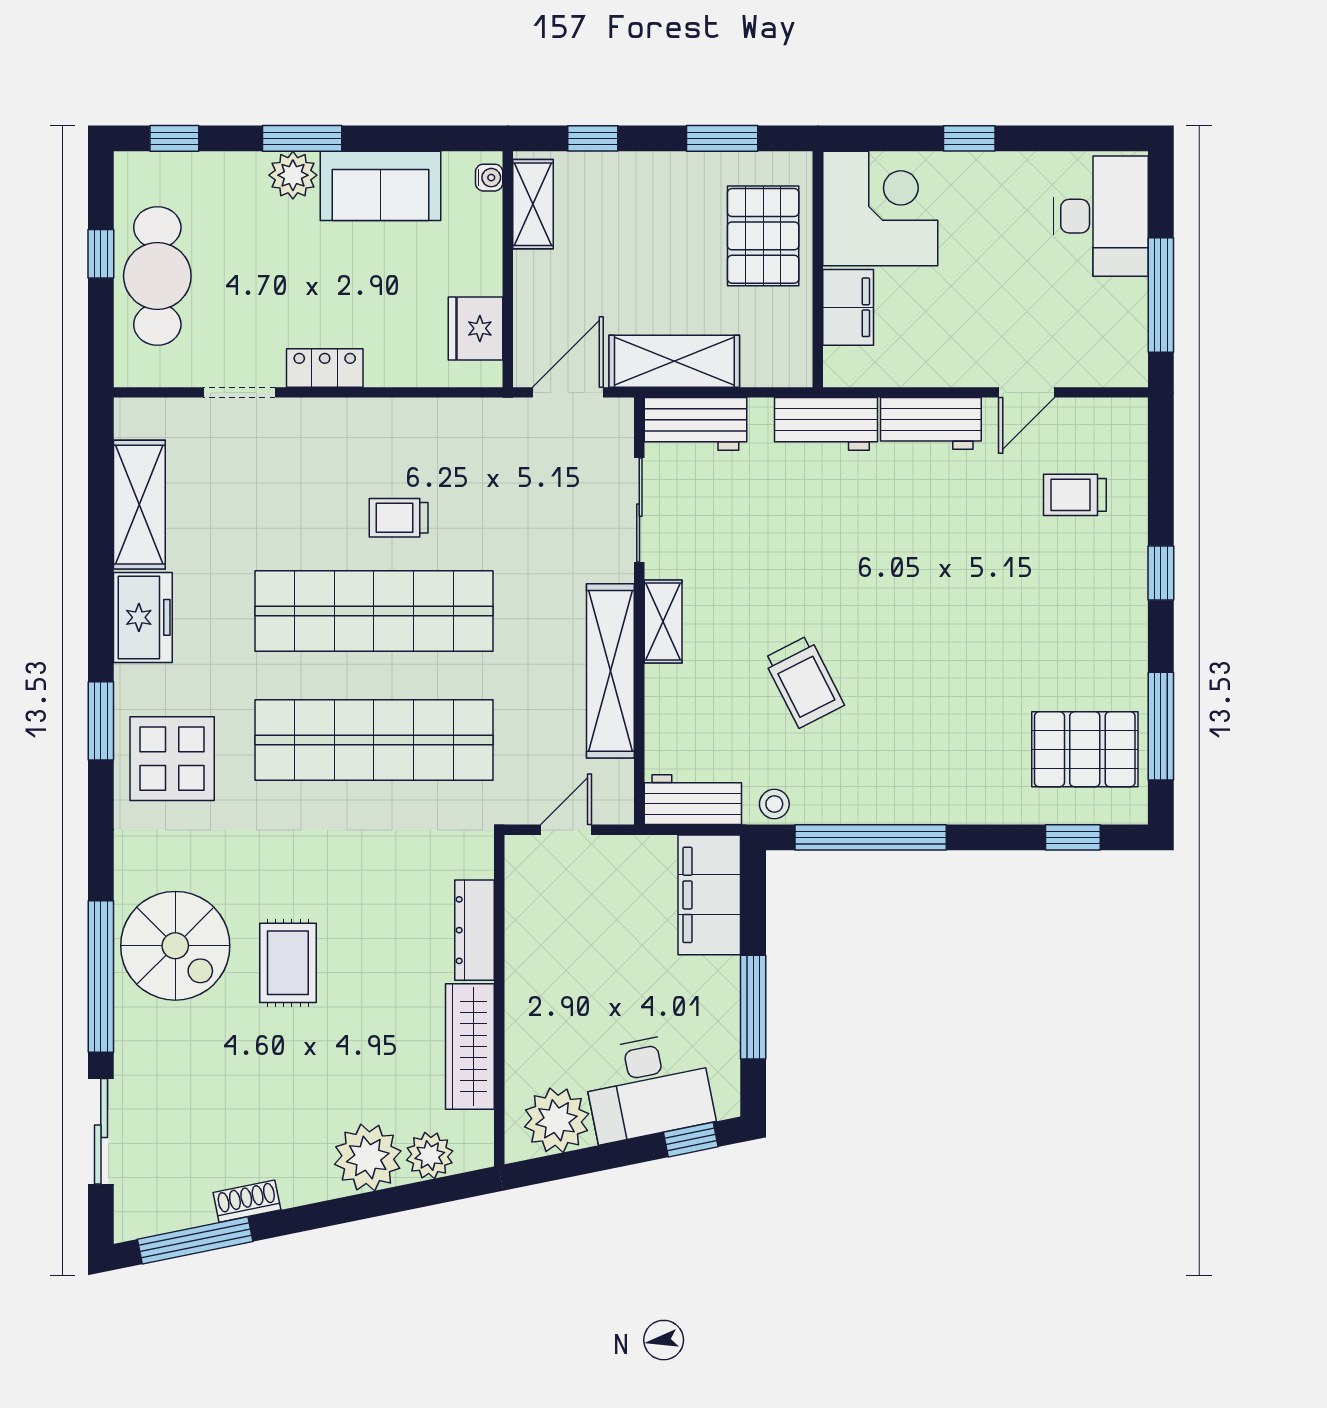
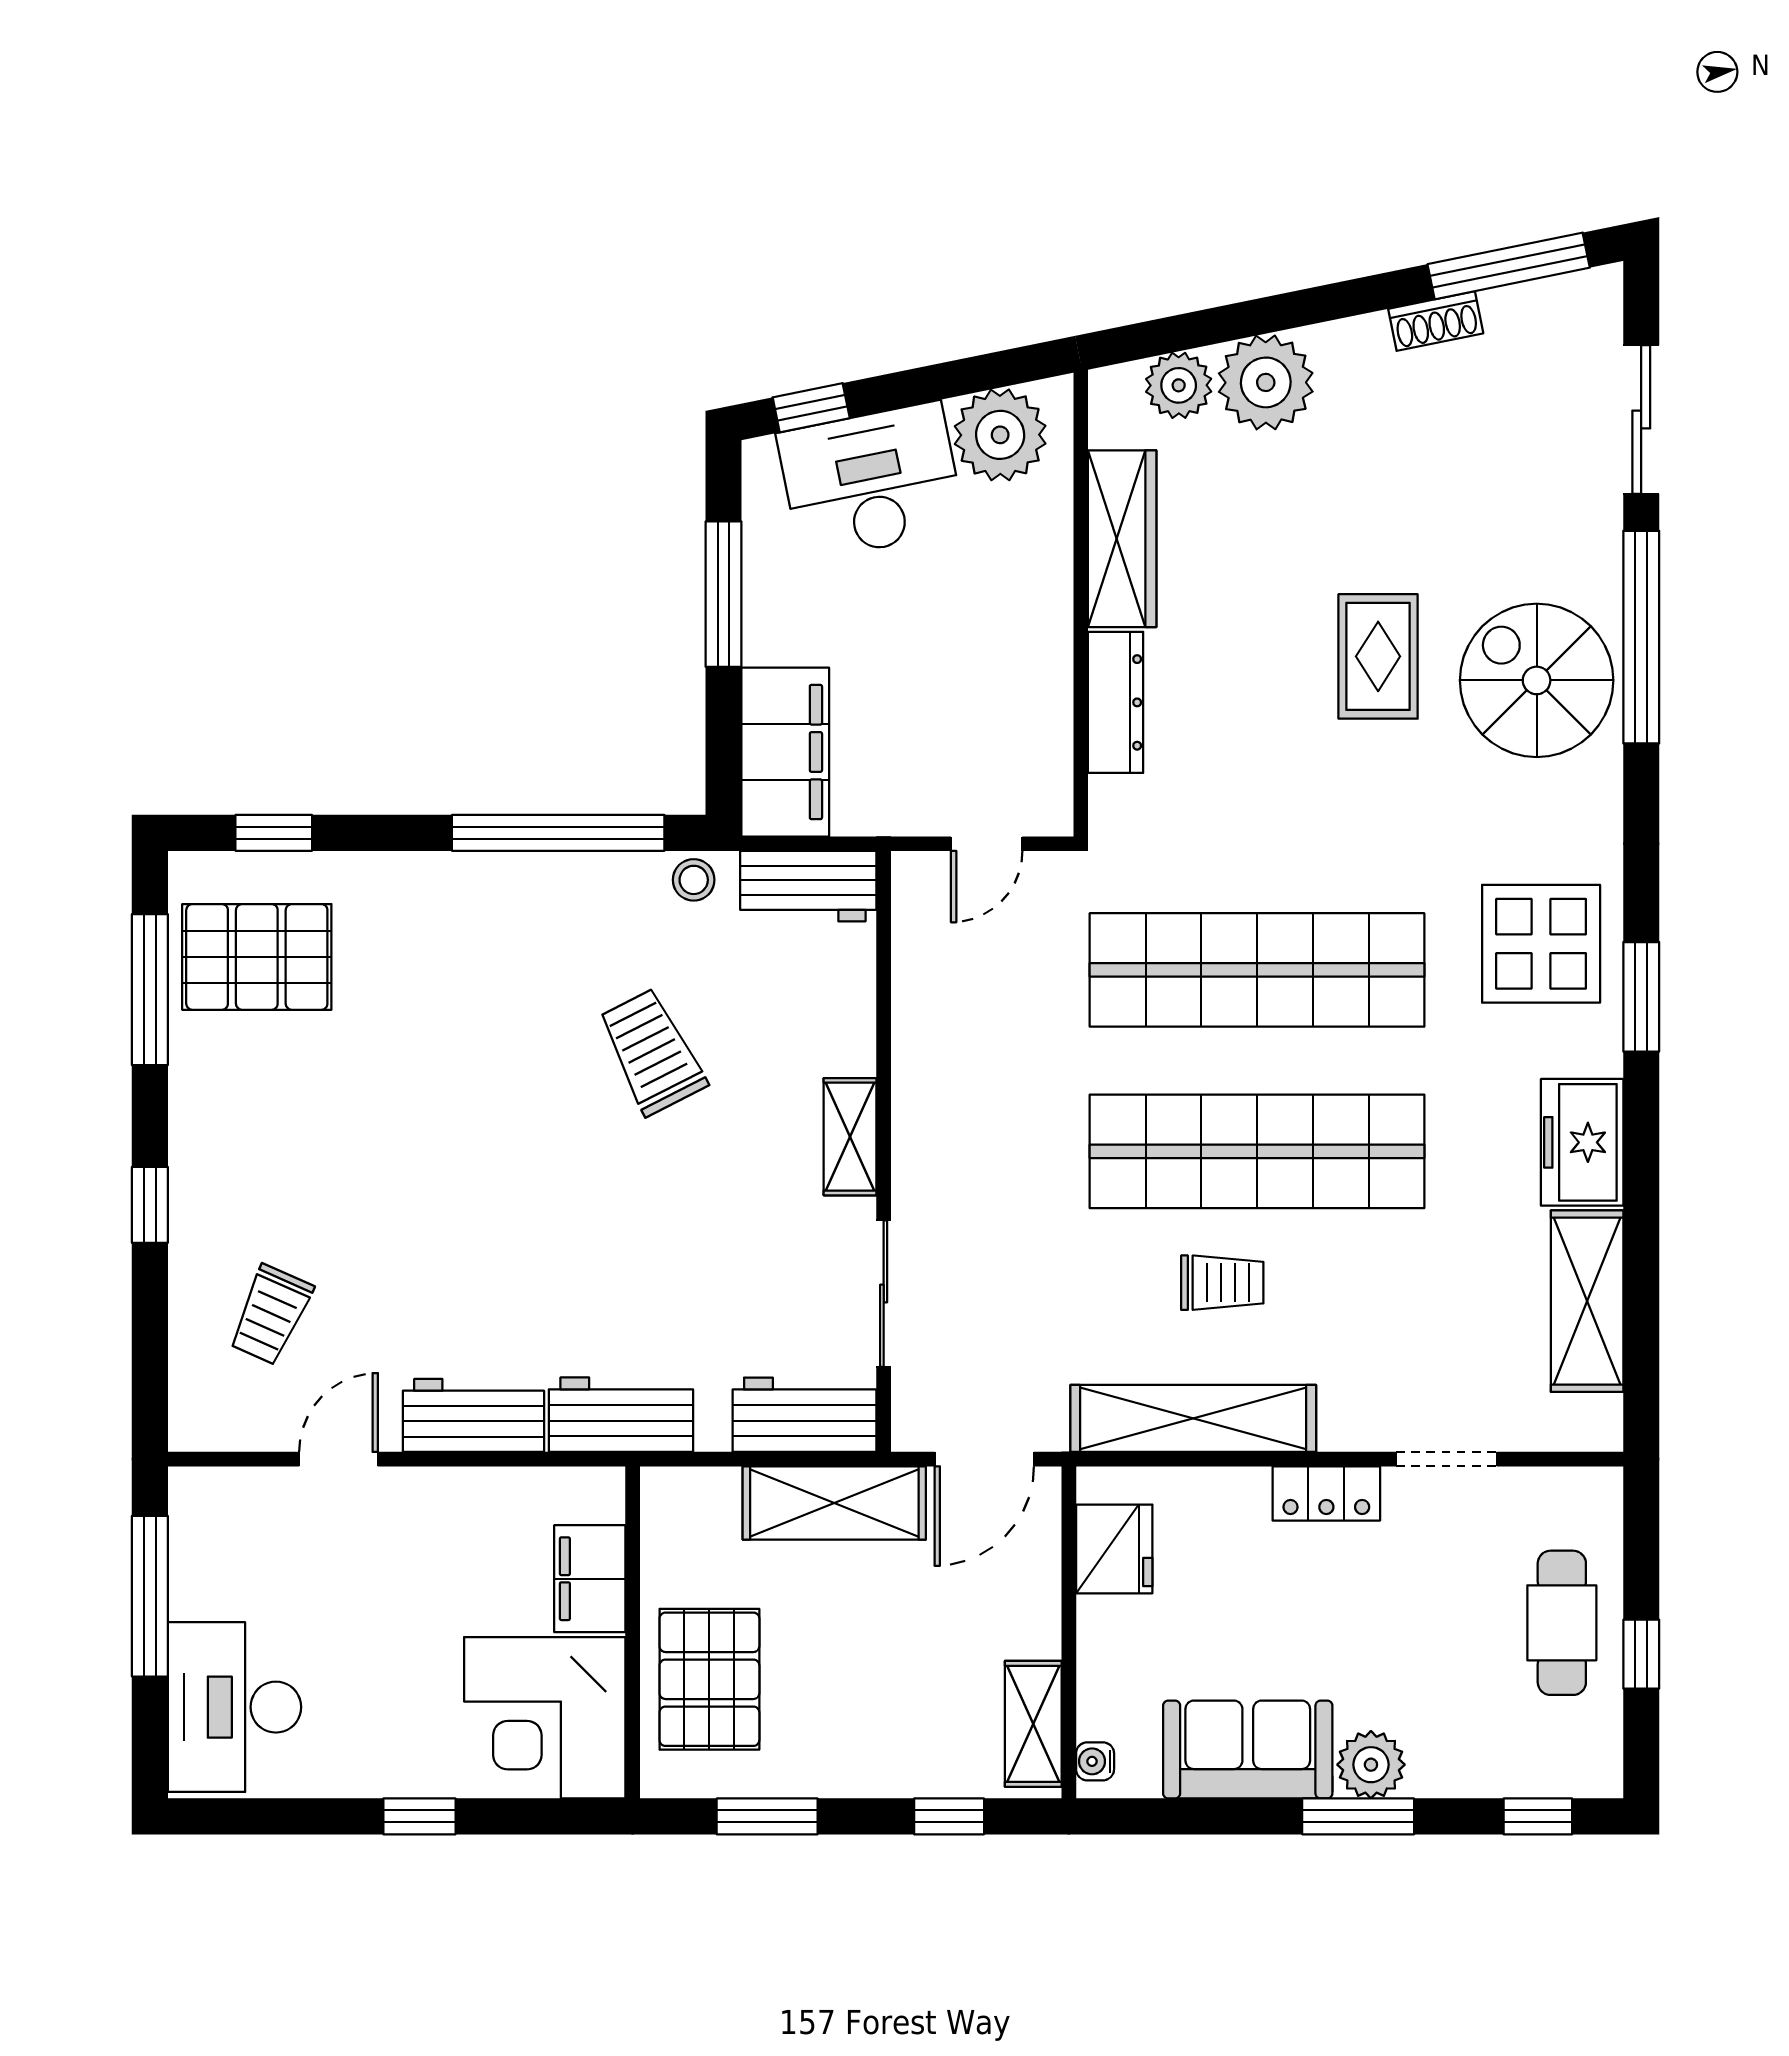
cafe table: (157, 276) -> (1562, 1623), width x0.73, depth x0.74
trolley: (1075, 495) -> (271, 1315), turned 114
shelving: (610, 671) -> (1193, 1418), moved, turned 90

